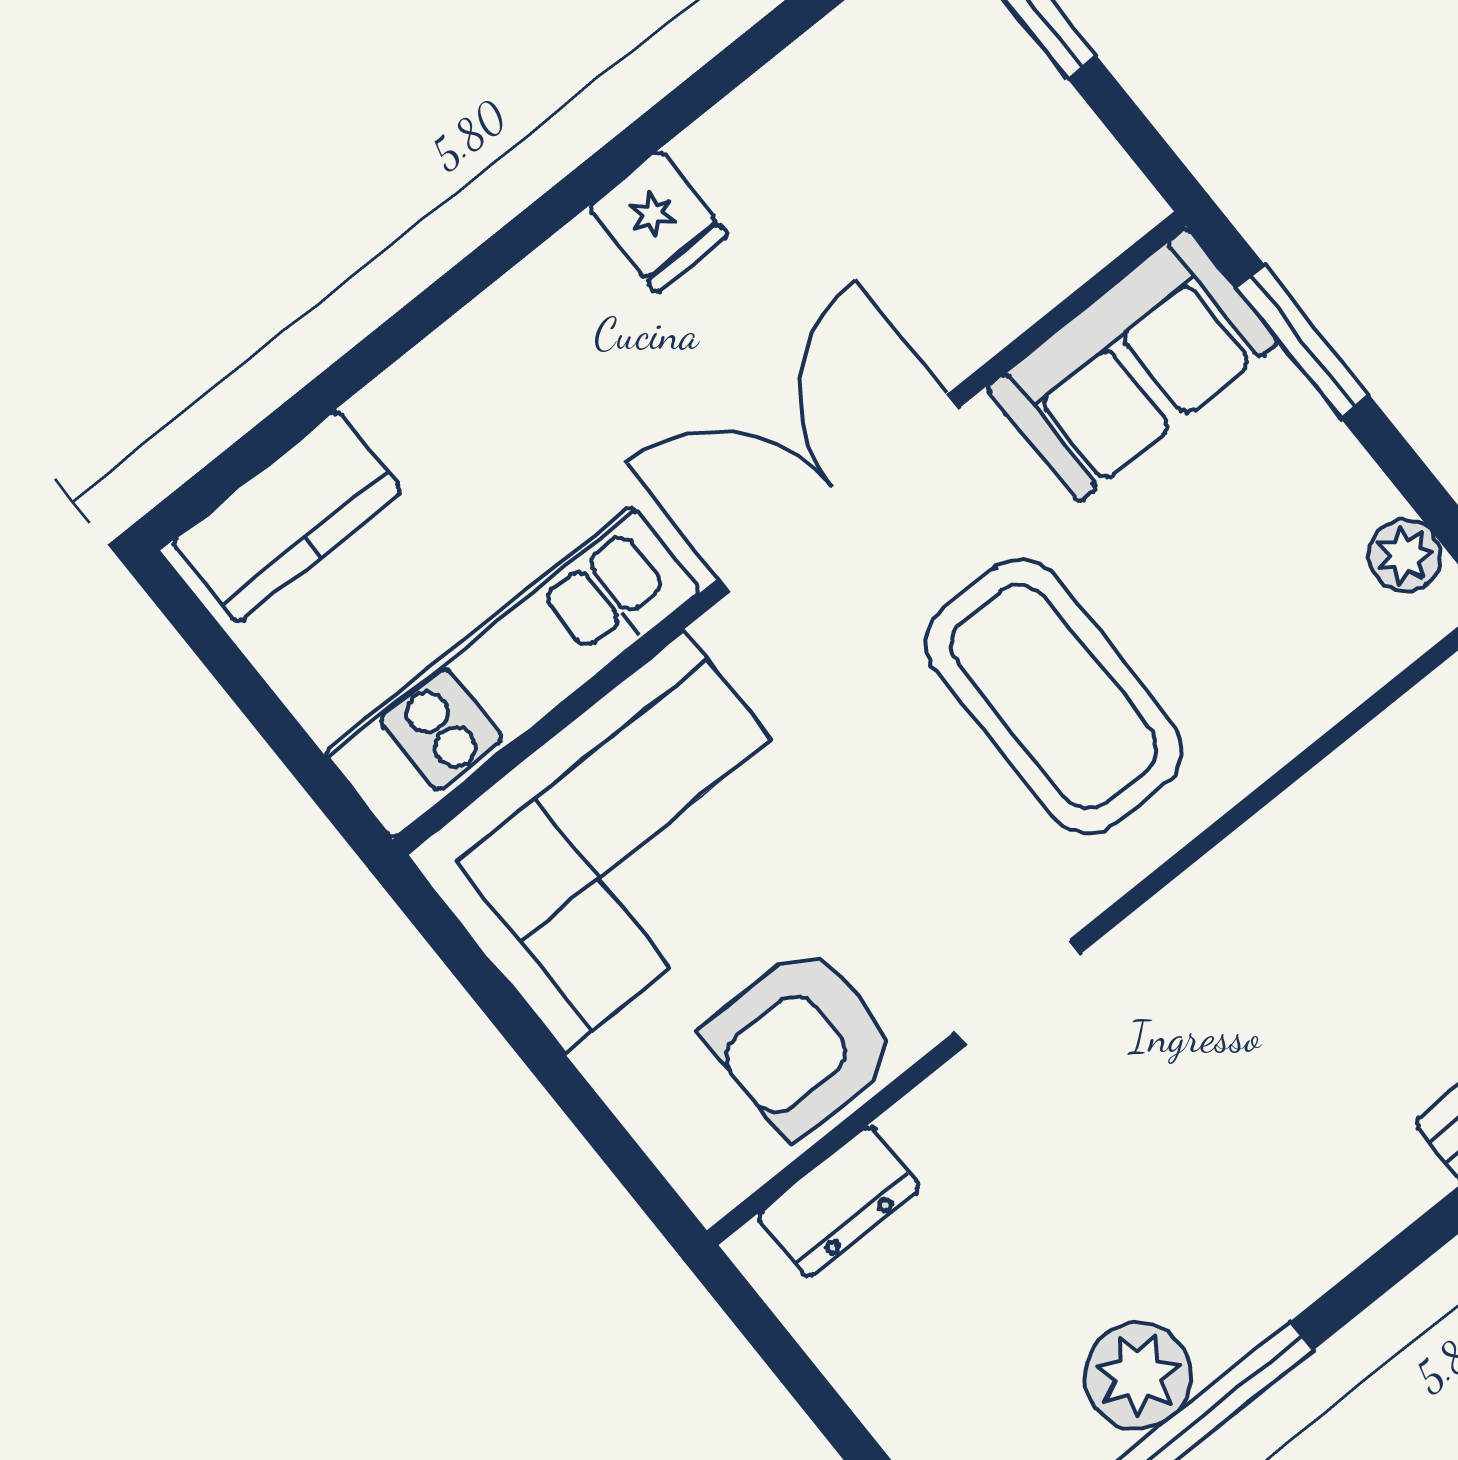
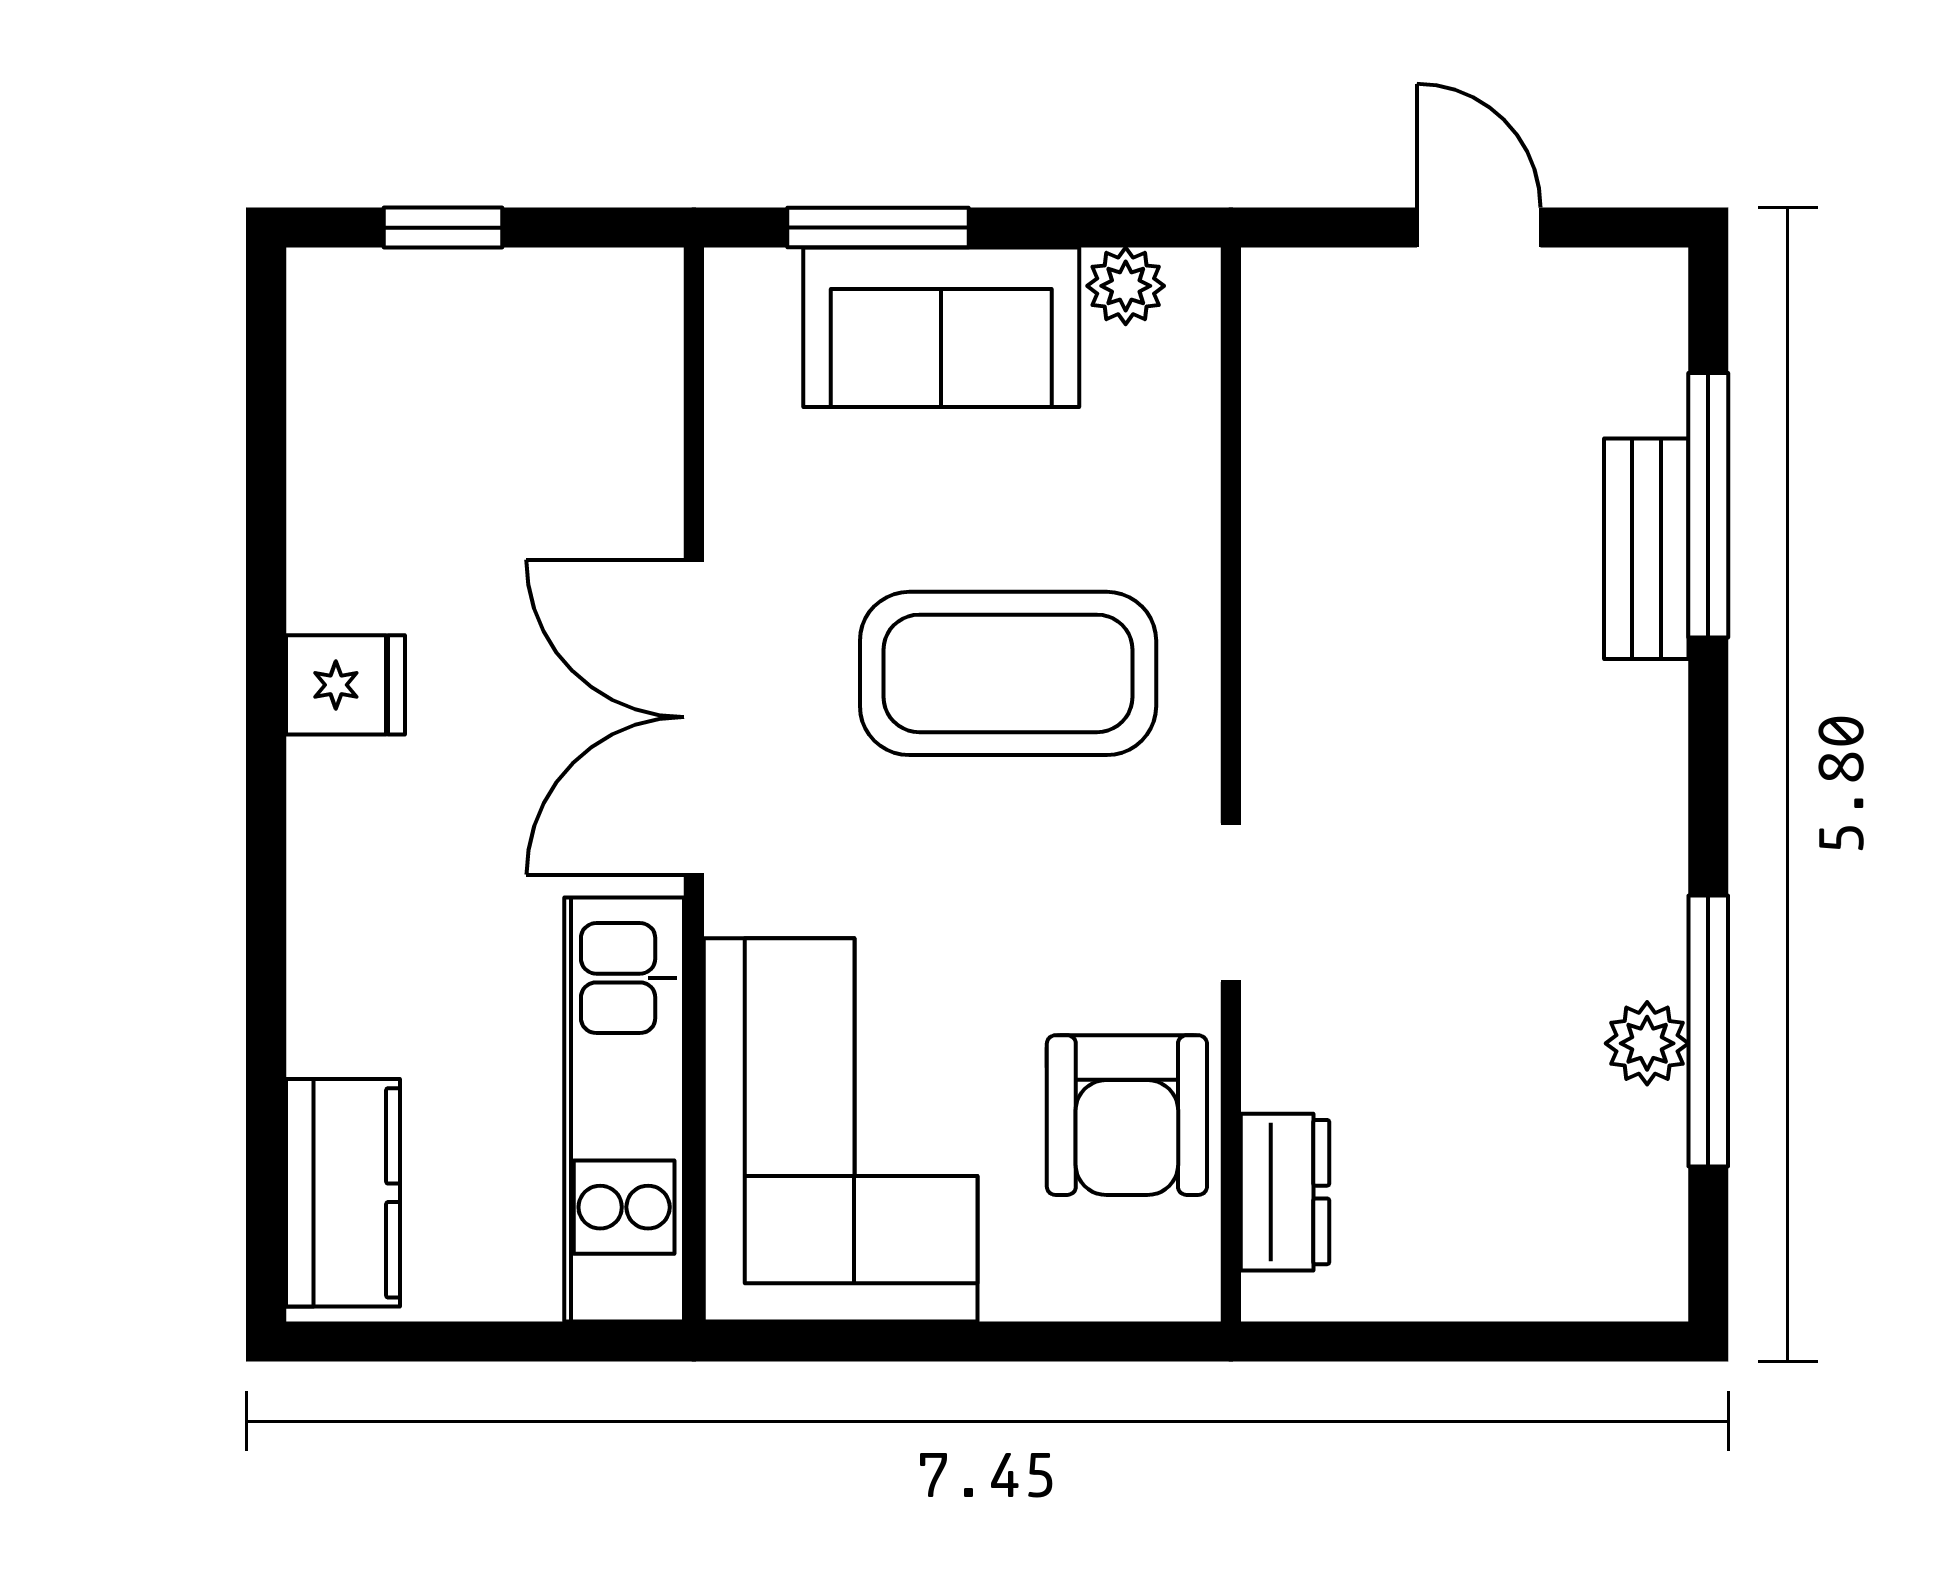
sofa: (1132, 365) -> (941, 327), moved, turned 90
plant: (1138, 1375) -> (1647, 1043), width x0.73, depth x0.73

